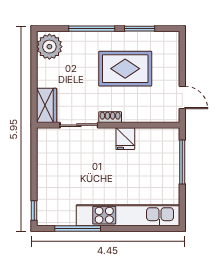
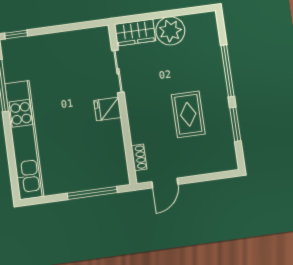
plant: (49, 47) -> (170, 31), moved
rug: (125, 69) -> (188, 114), width x0.73, depth x0.70
shoe rack: (110, 117) -> (139, 157), moved
fridge: (125, 139) -> (108, 109), moved

